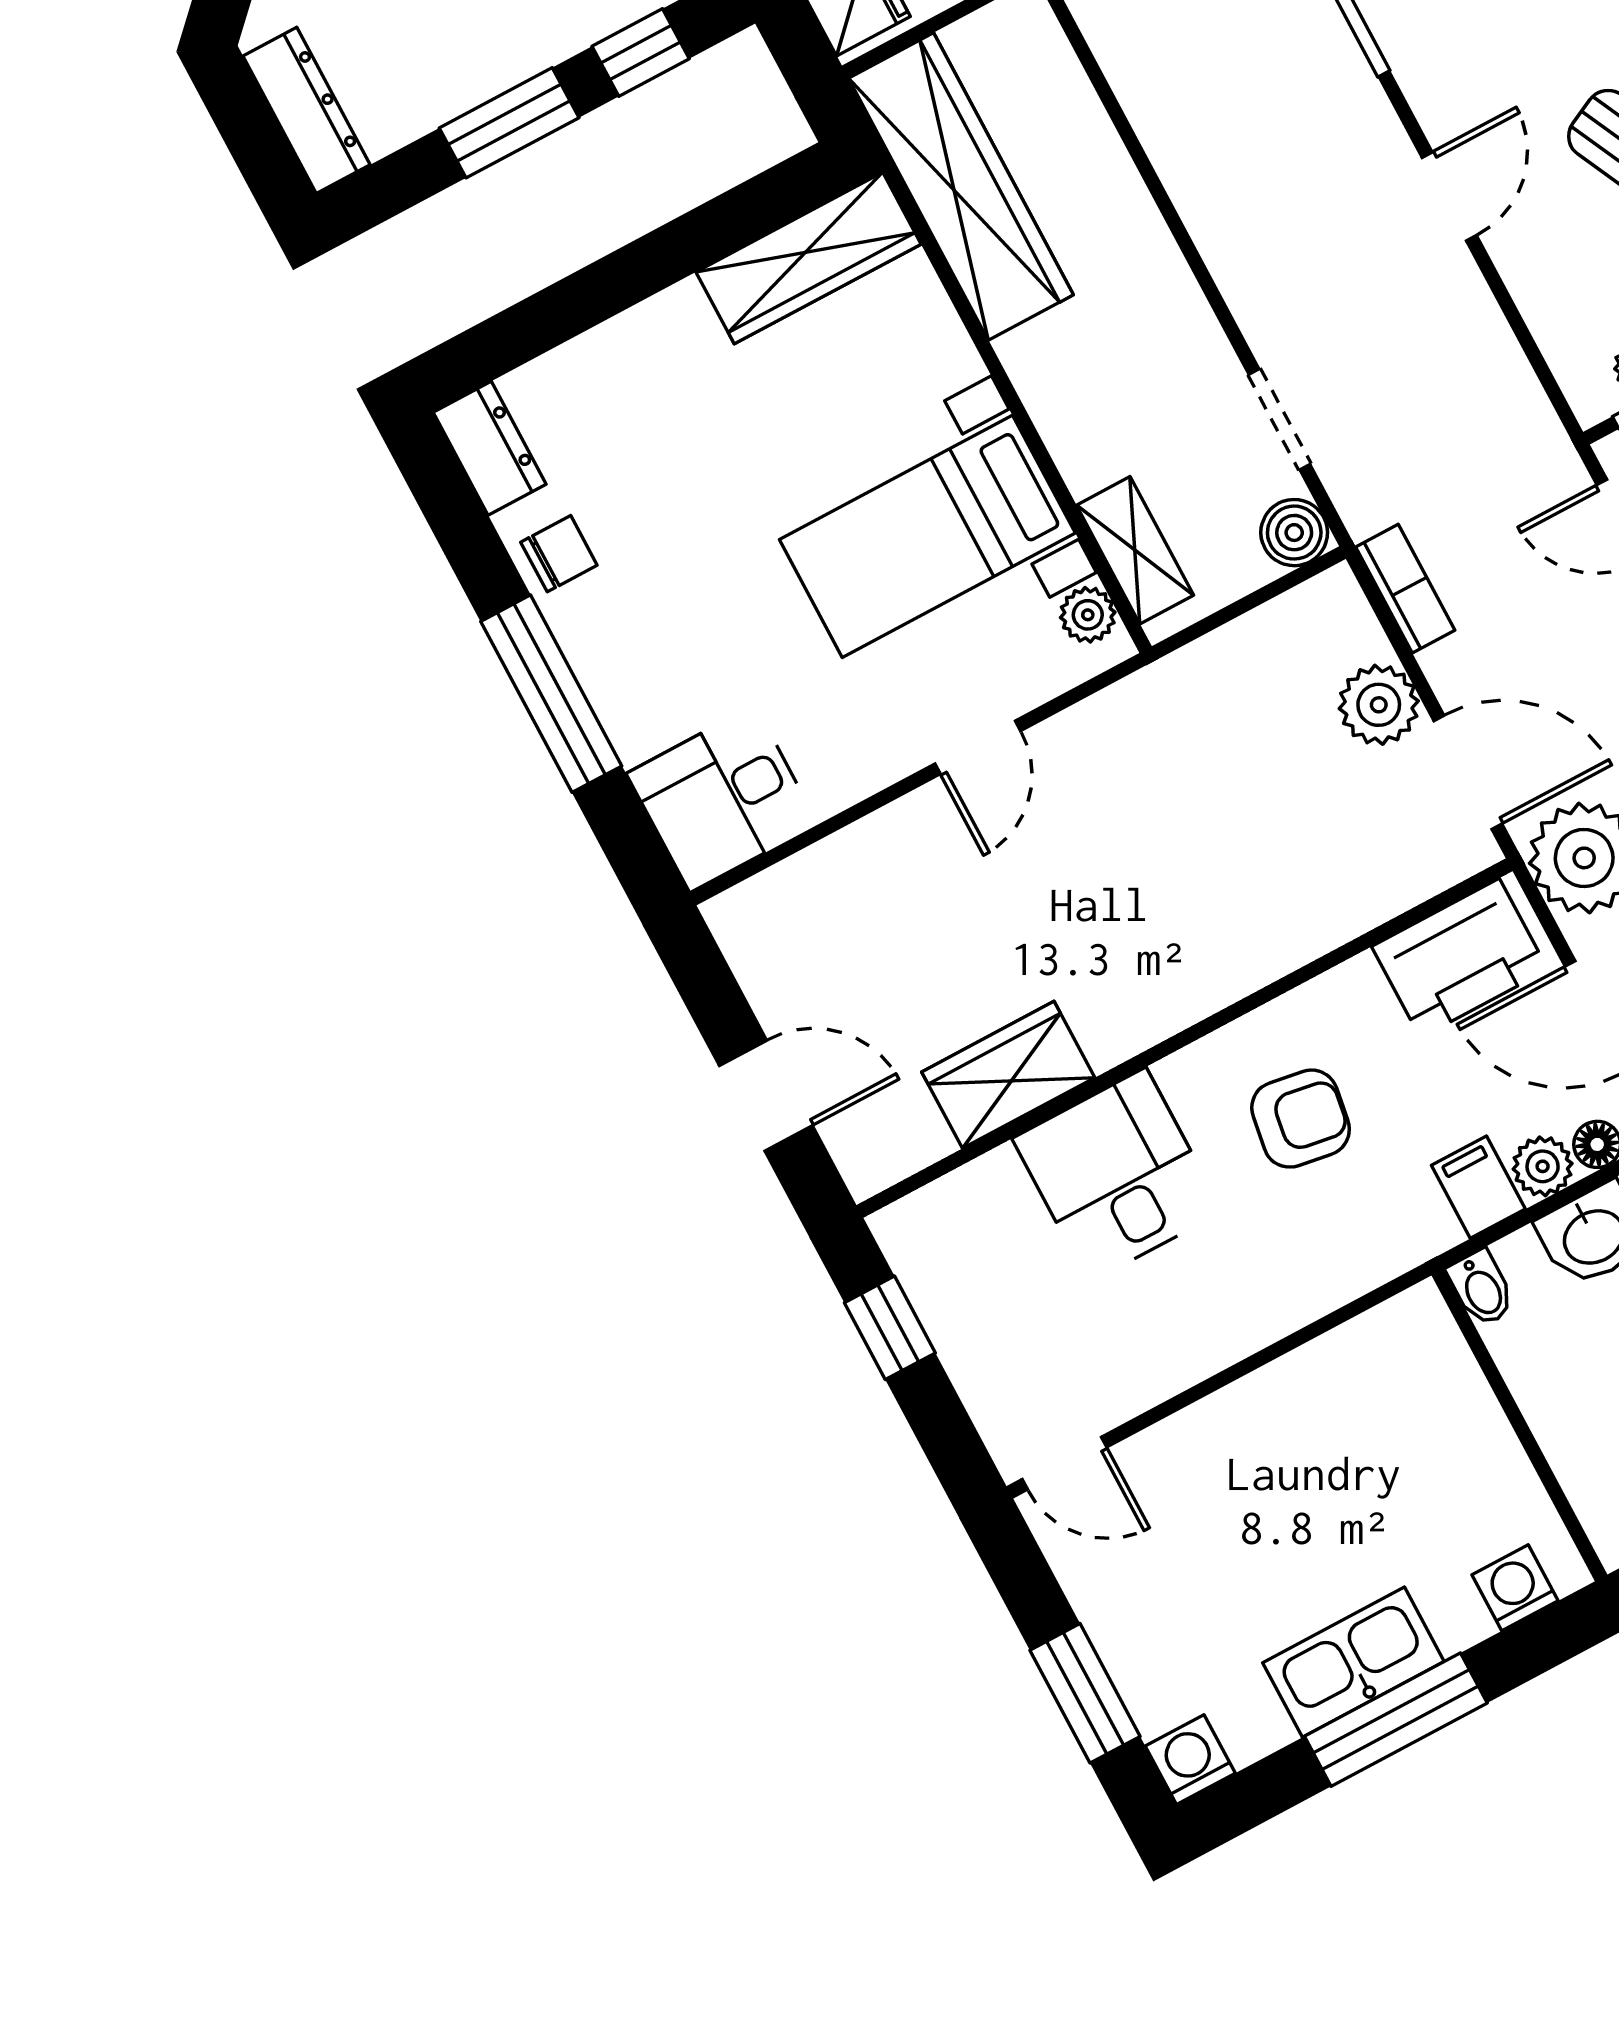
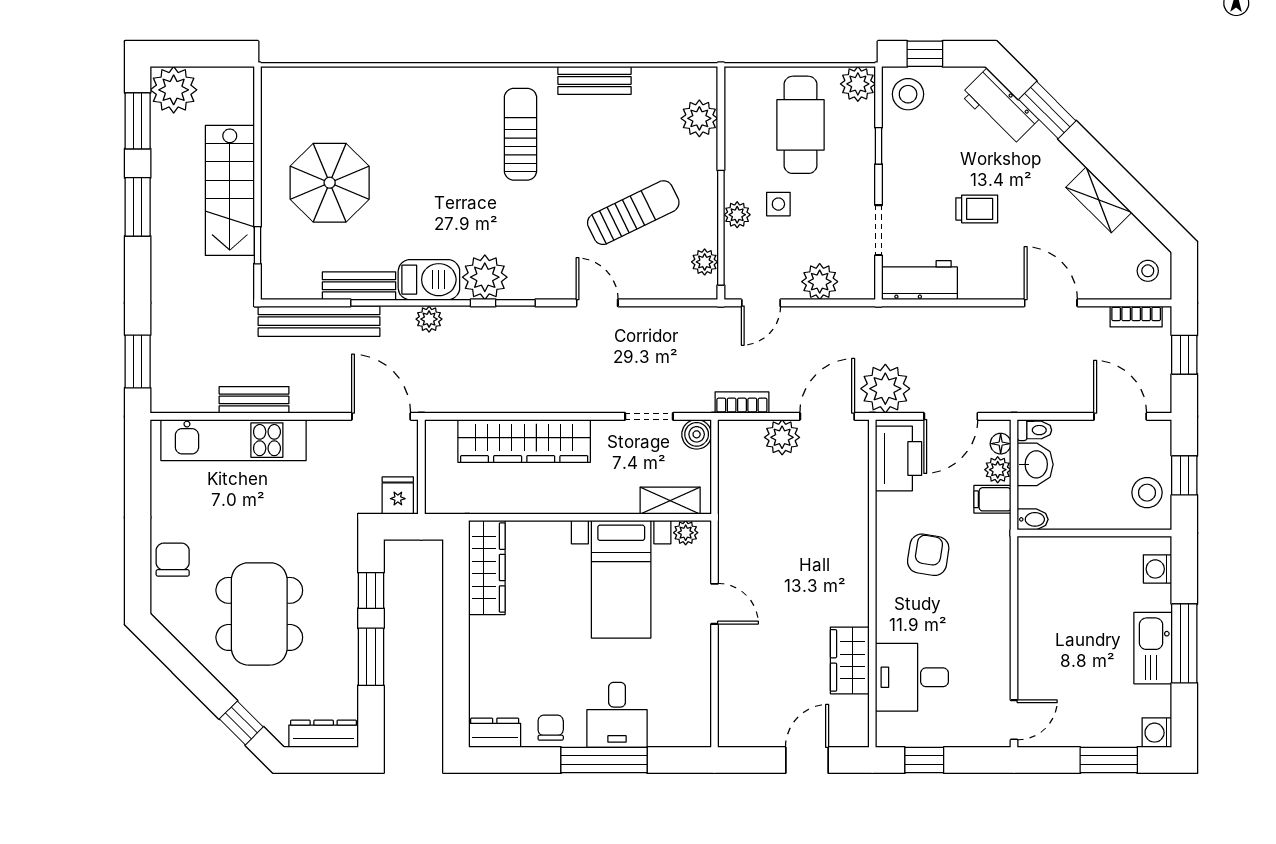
wardrobe: (961, 187) -> (524, 441), moved, turned 180
desk: (722, 799) -> (617, 715), moved
desk: (1117, 1175) -> (912, 677), moved

